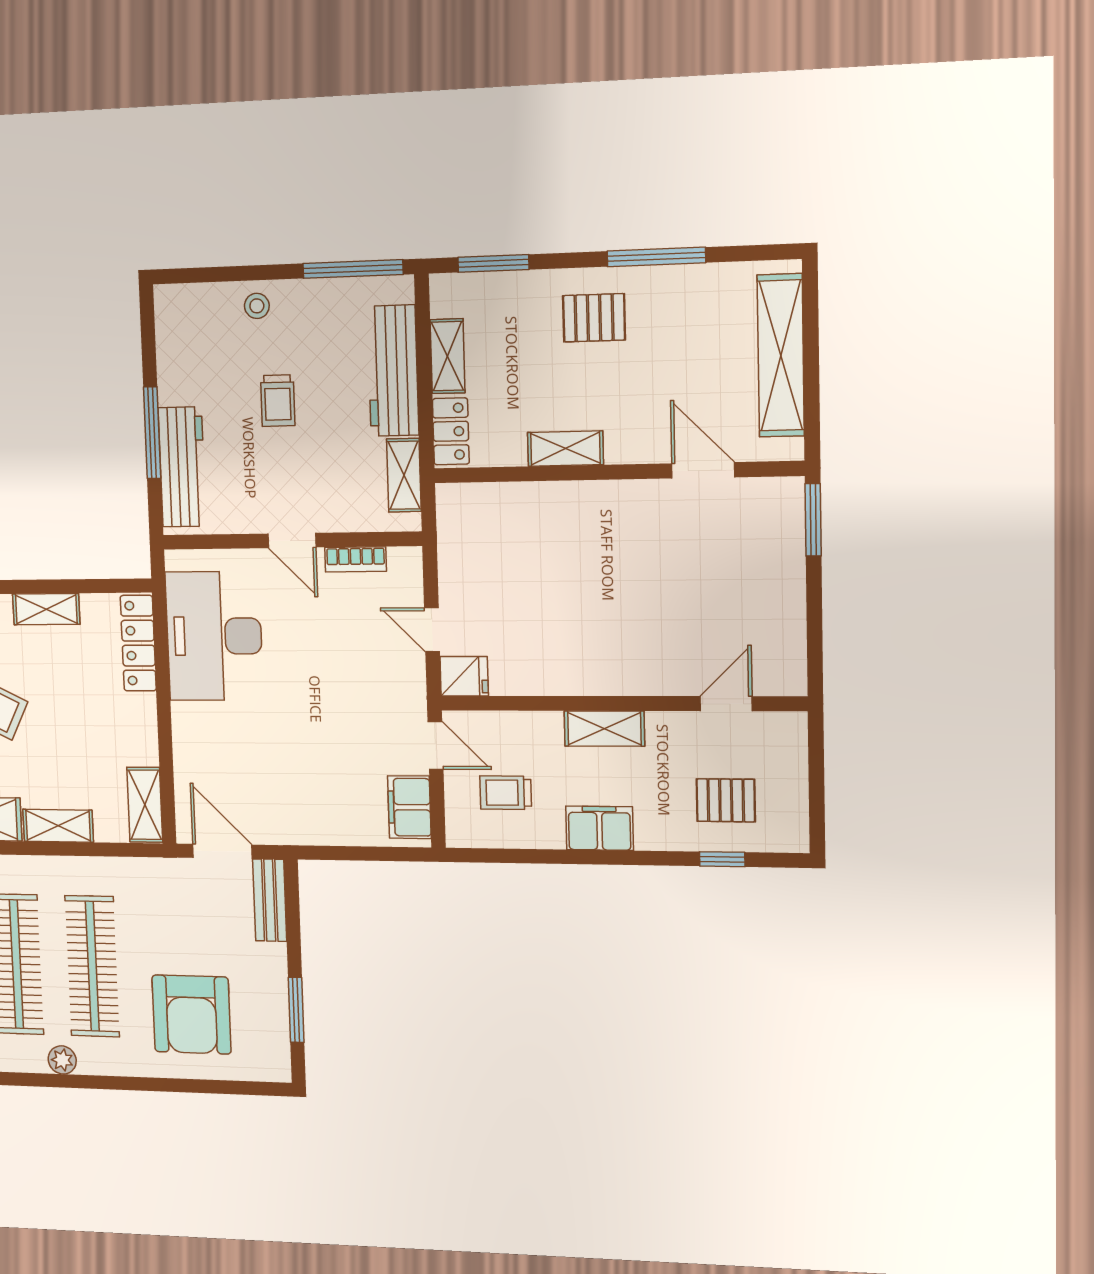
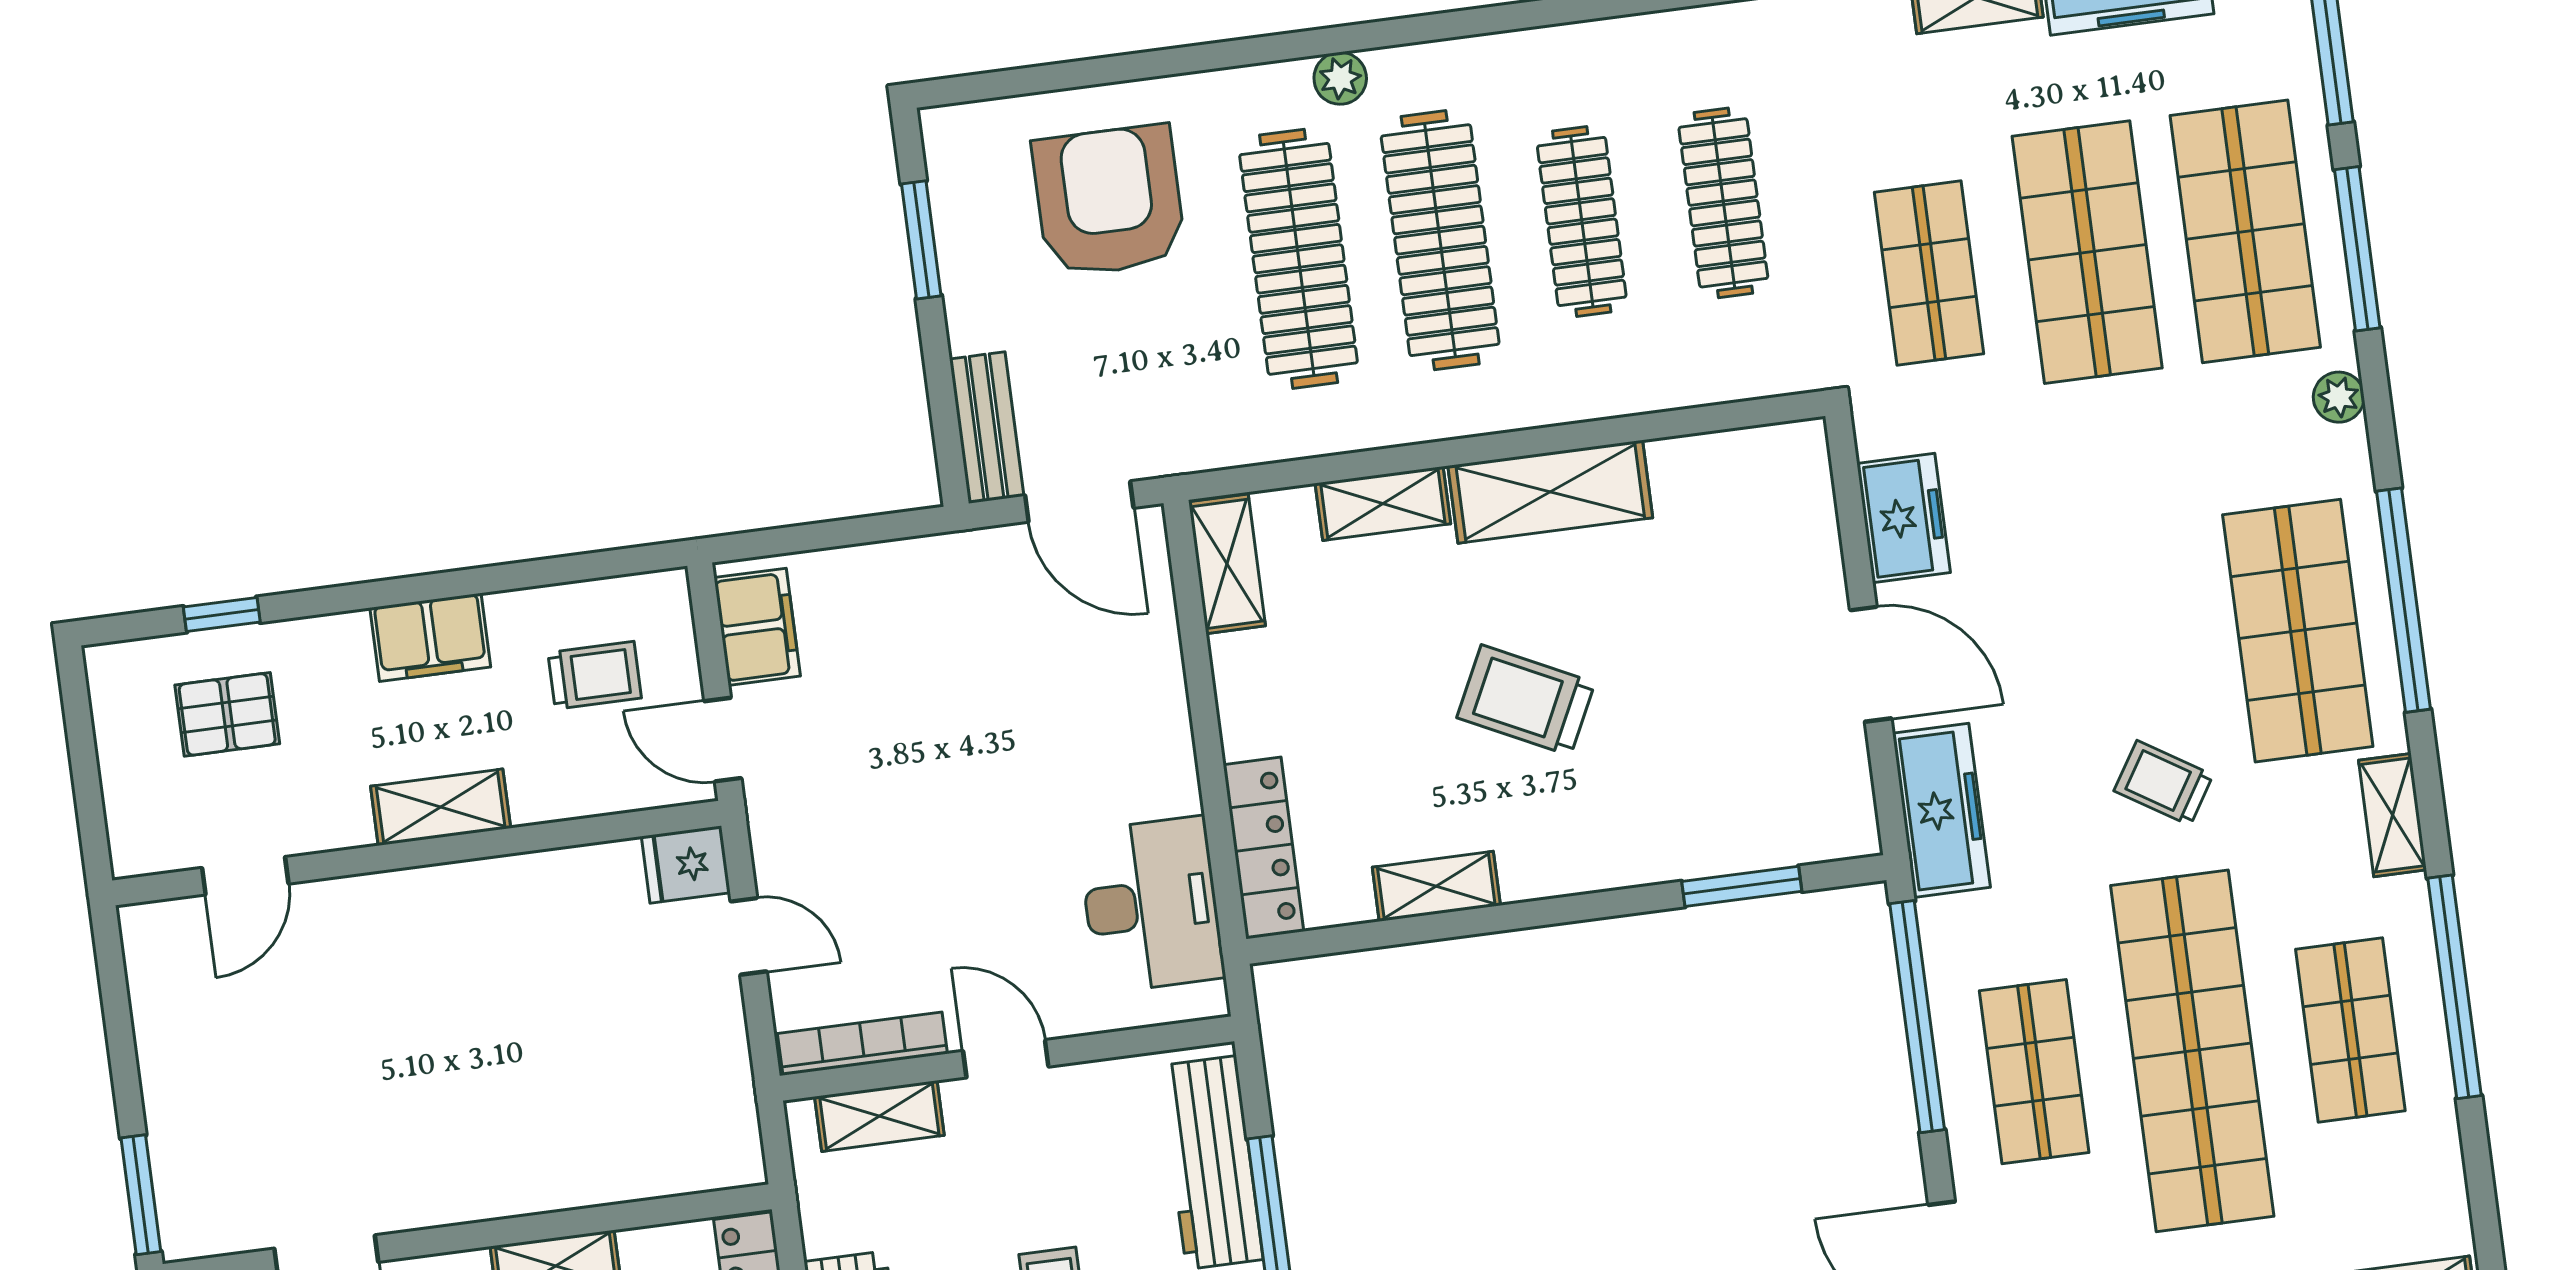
shelving: (404, 475) -> (879, 1116), moved, turned 90
bookcase: (356, 559) -> (862, 1044), width x1.56
desk: (214, 636) -> (1151, 905), width x0.73, depth x0.77

